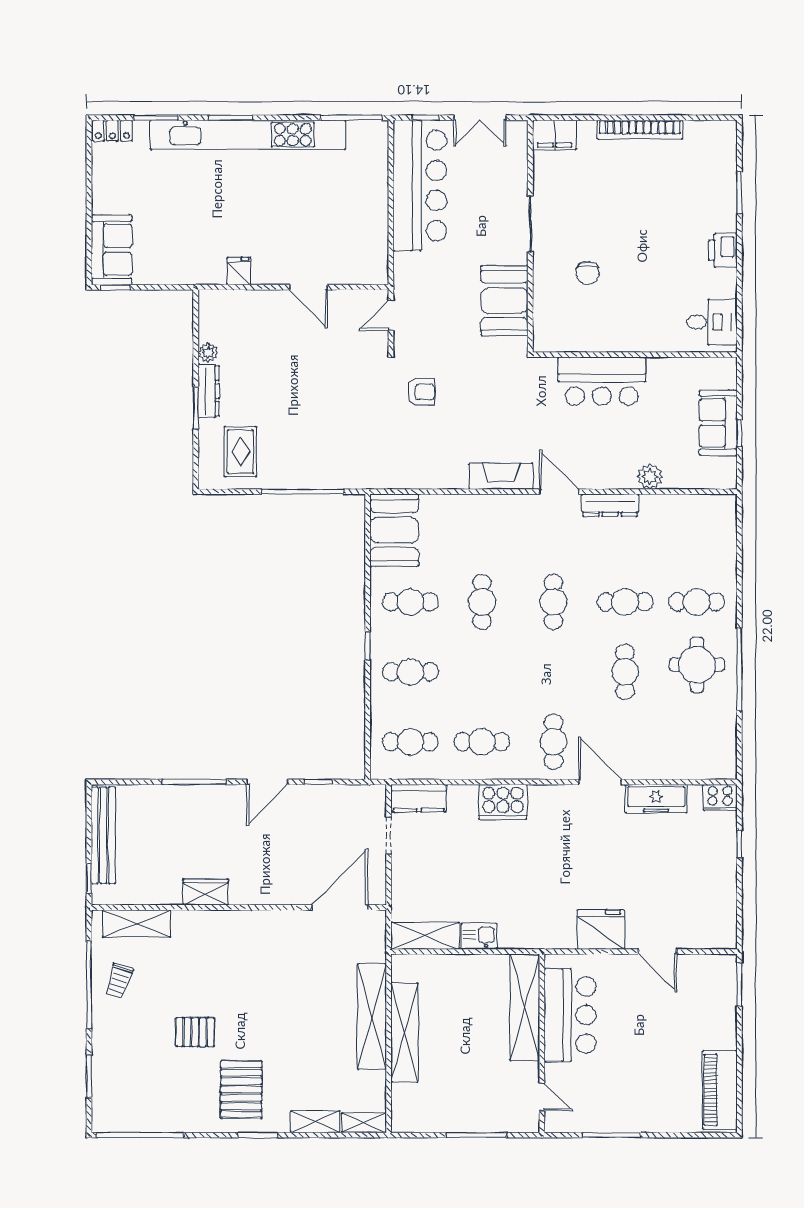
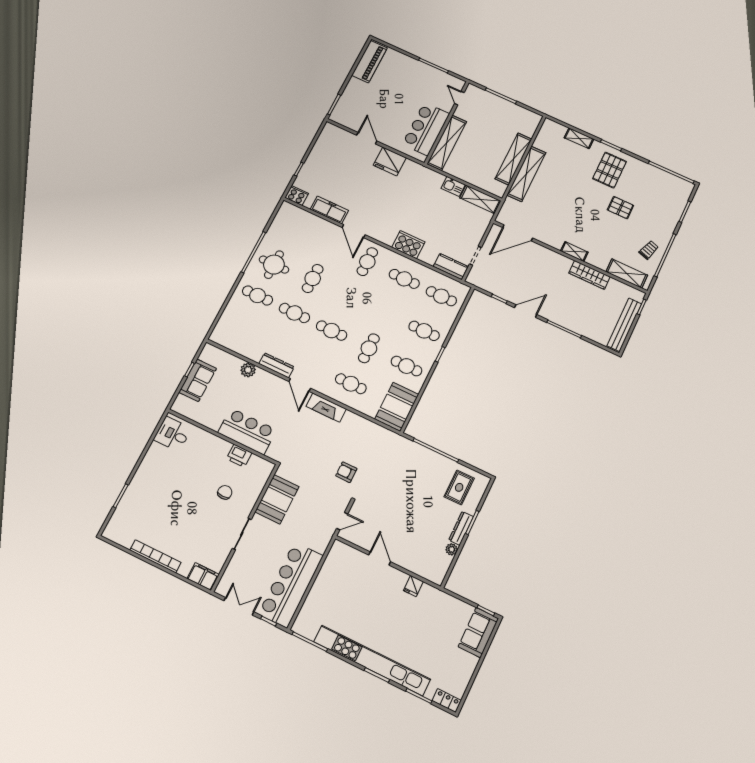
printer: (723, 250) -> (239, 456), moved, turned 90
cafe table: (482, 532) -> (351, 384), added
cafe table: (553, 602) -> (332, 331), turned 90
wardrobe: (206, 892) -> (589, 275), width x1.50
shelving: (364, 1123) -> (574, 252), moved

